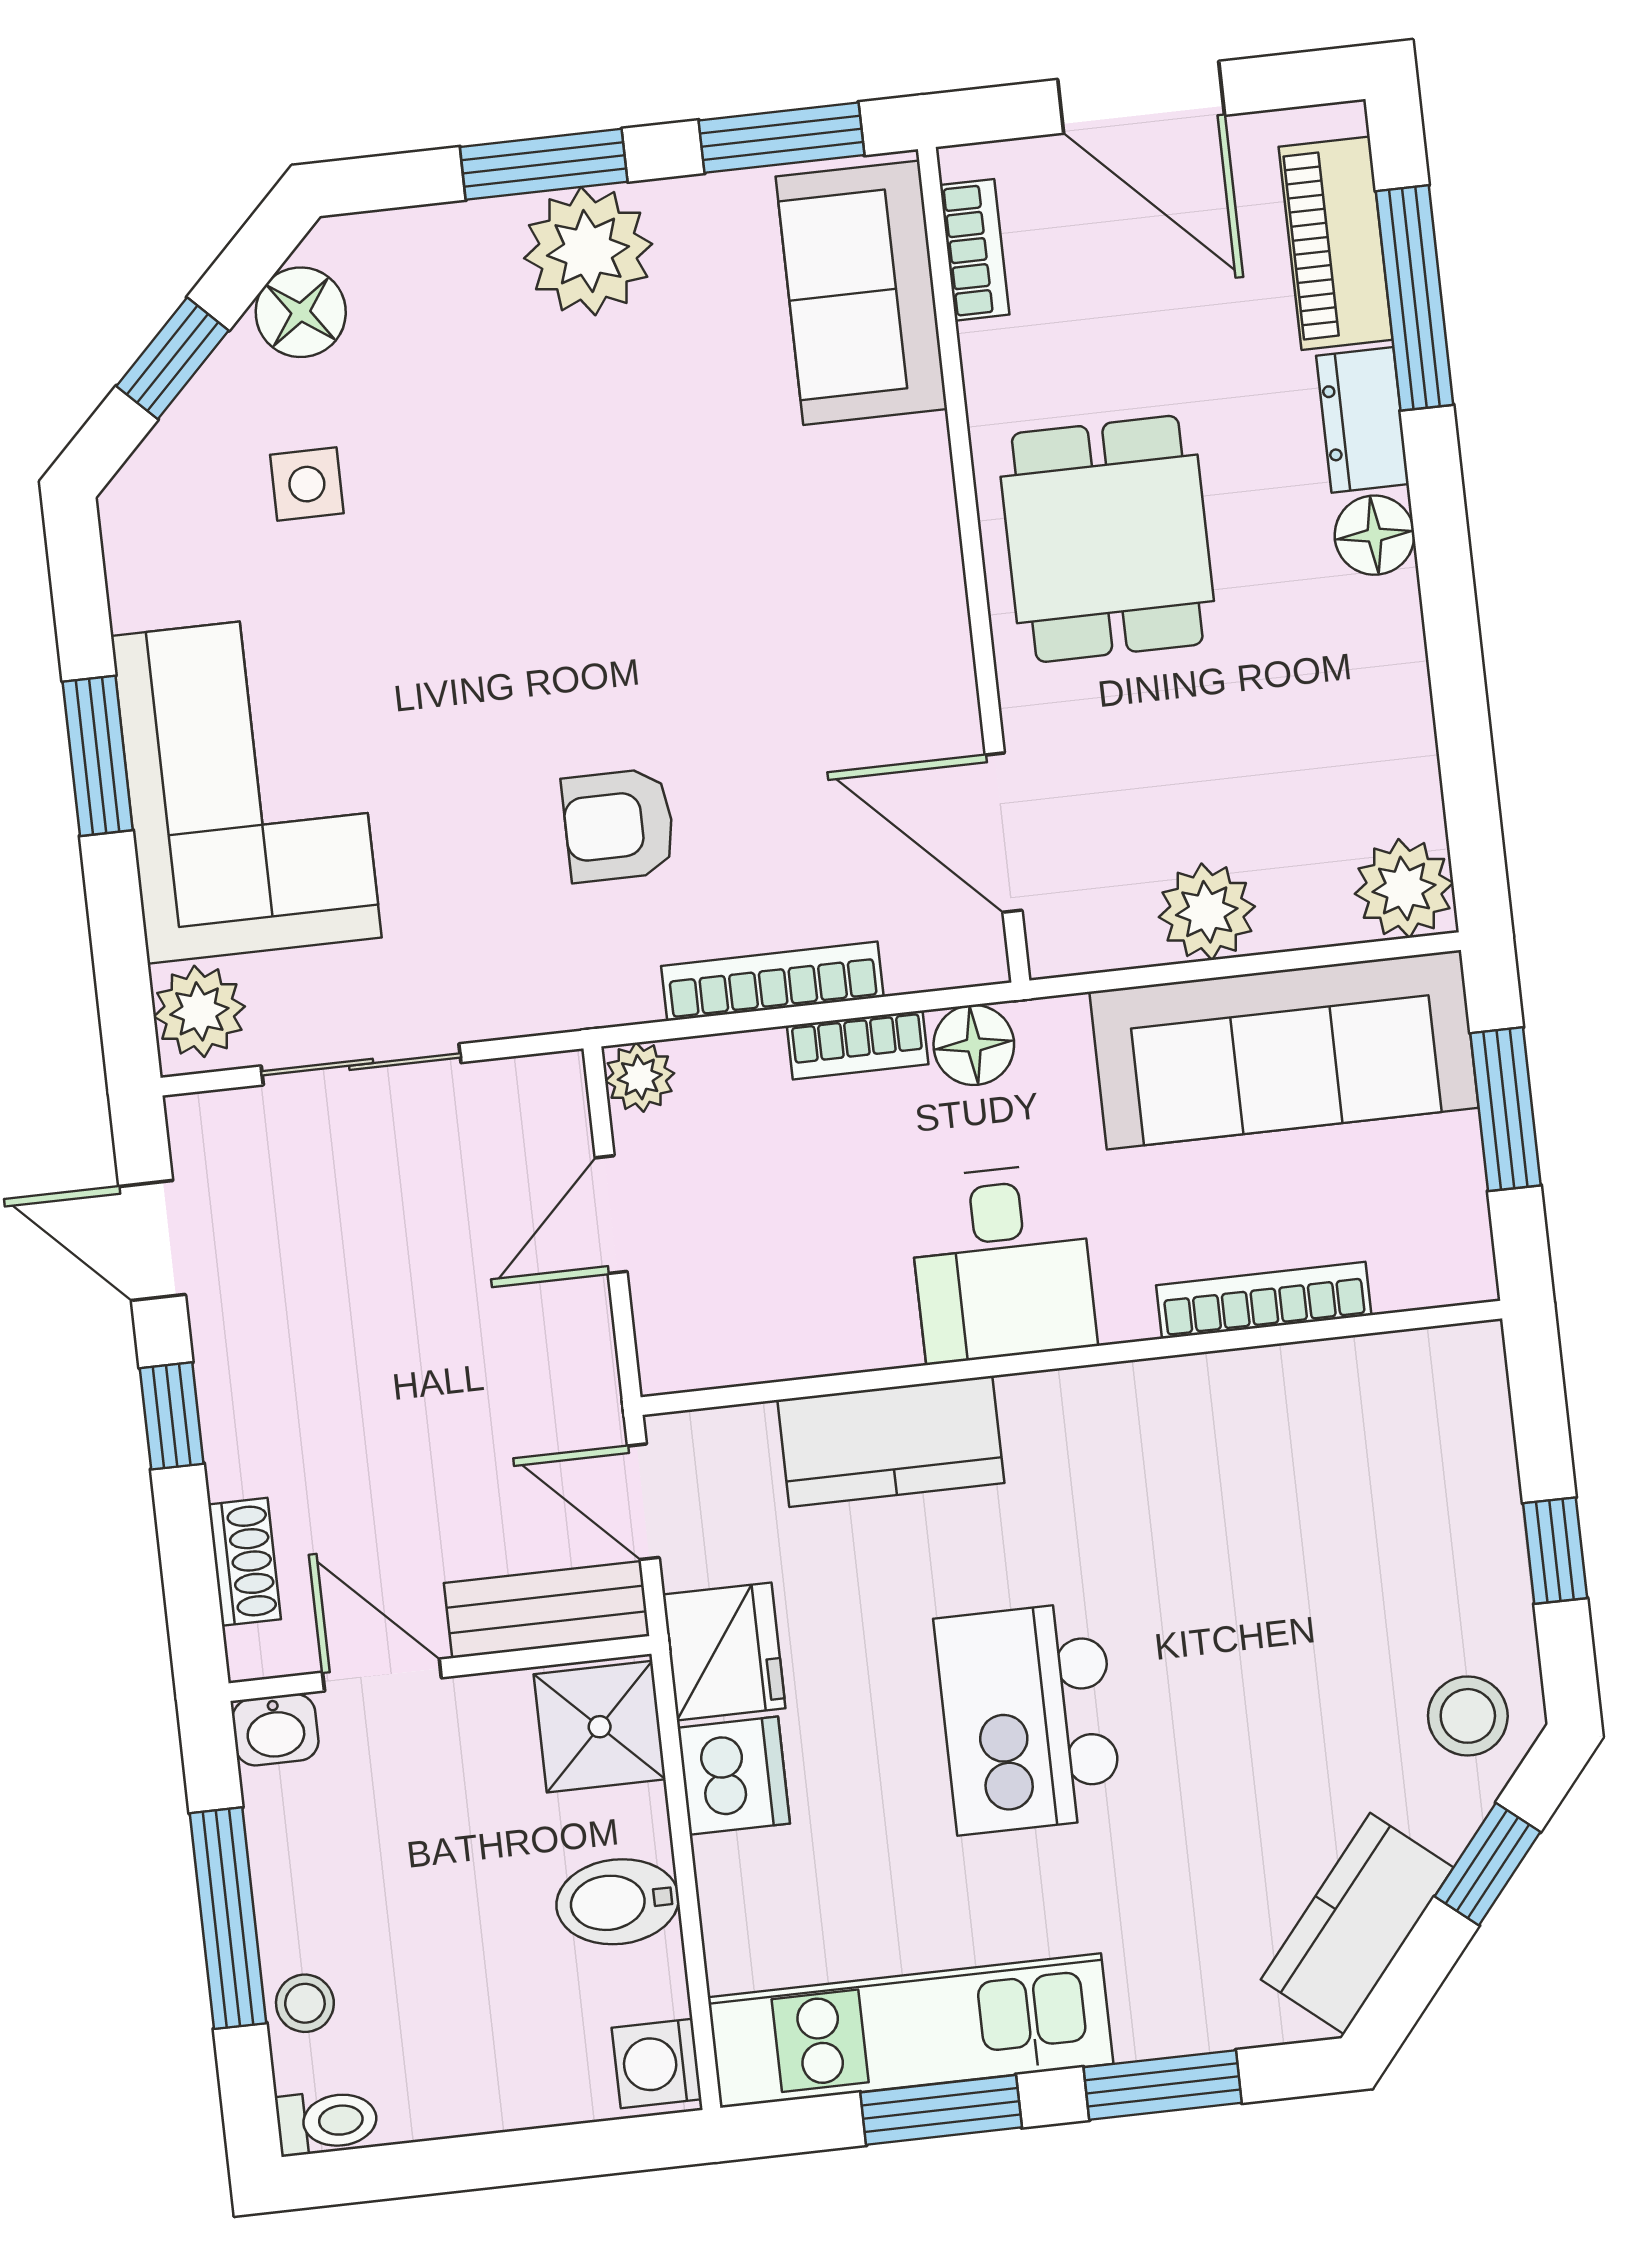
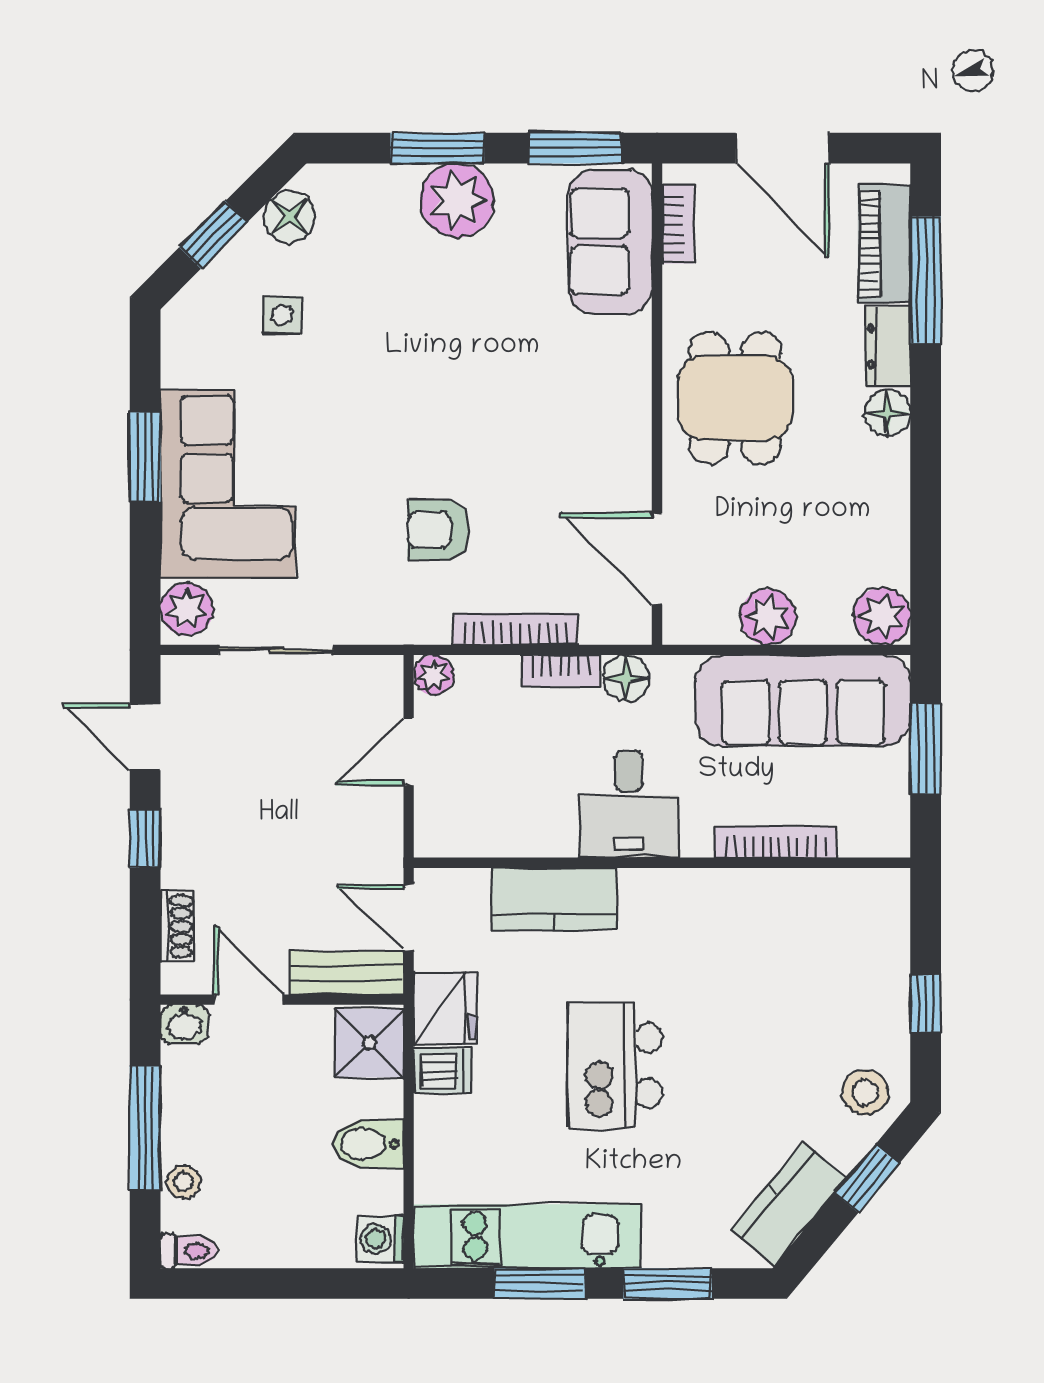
dishwasher: (734, 1776) -> (443, 1071), width x0.73

